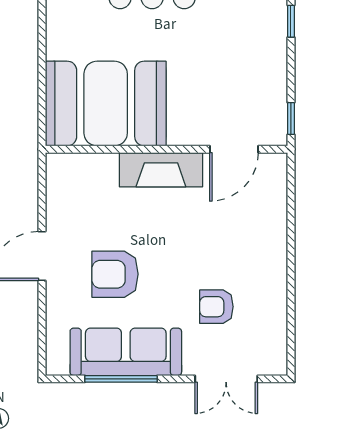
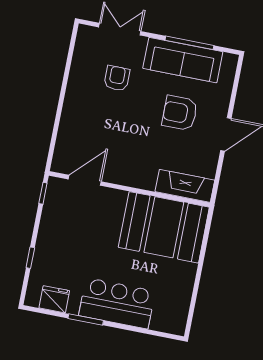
fireplace: (161, 170) -> (185, 186), moved
armchair: (115, 274) -> (180, 113), turned 180
armchair: (216, 307) -> (117, 78), turned -90

